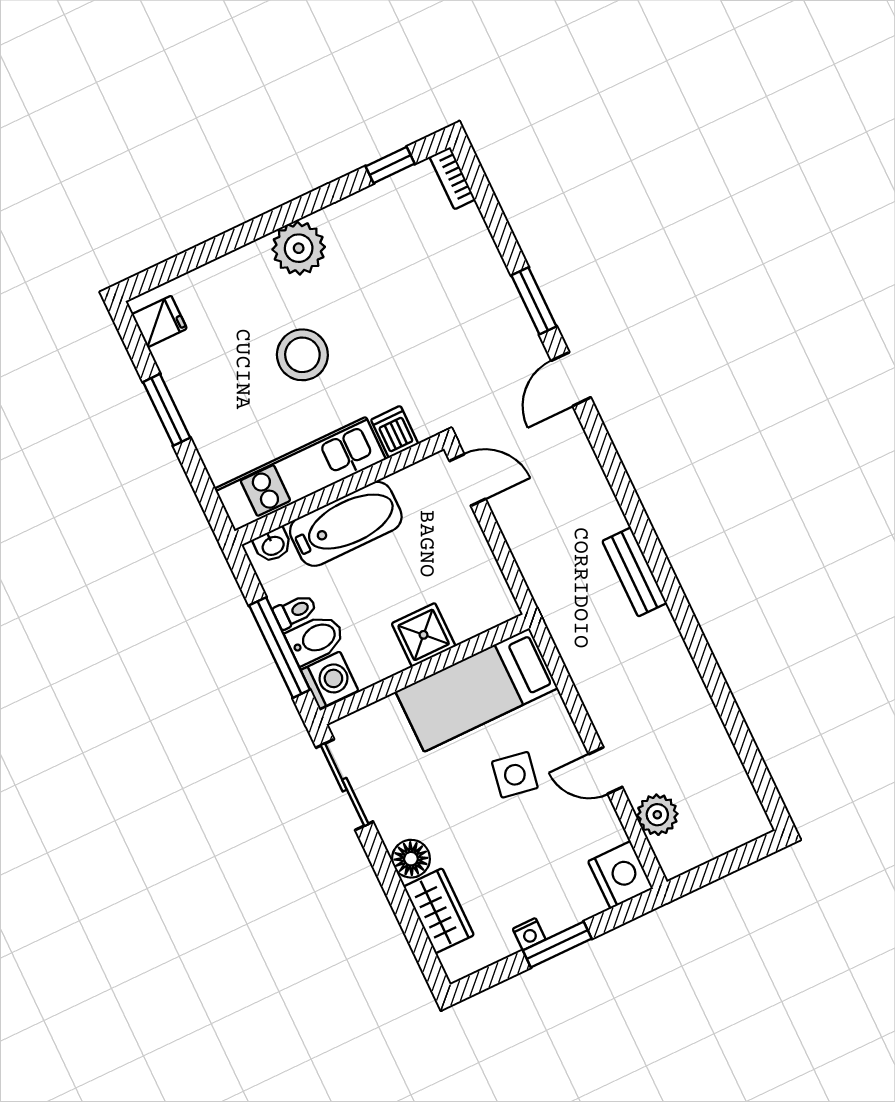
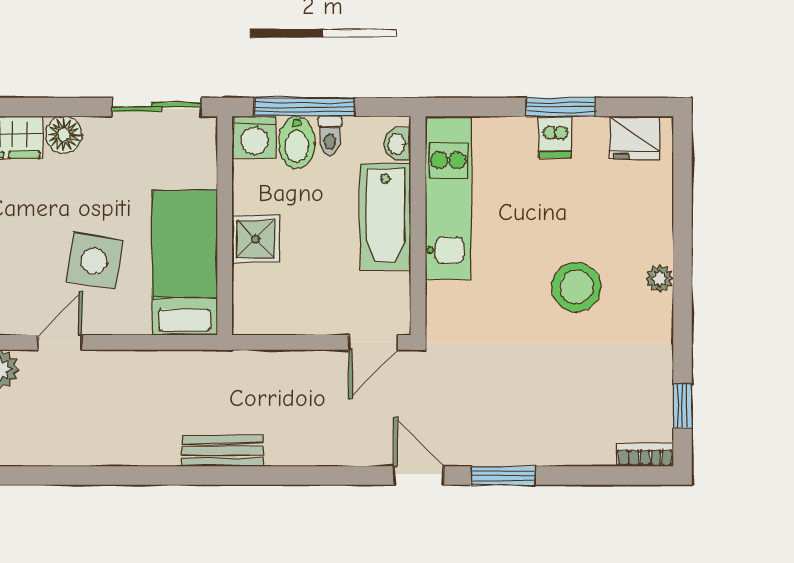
plant: (299, 248) -> (660, 279), width x0.53, depth x0.53
fridge: (159, 321) -> (634, 138), width x1.38
stool: (302, 355) -> (576, 287), moved
dishwasher: (395, 432) -> (555, 137), moved, turned 90
side table: (515, 775) -> (94, 261), width x1.37, depth x1.37

